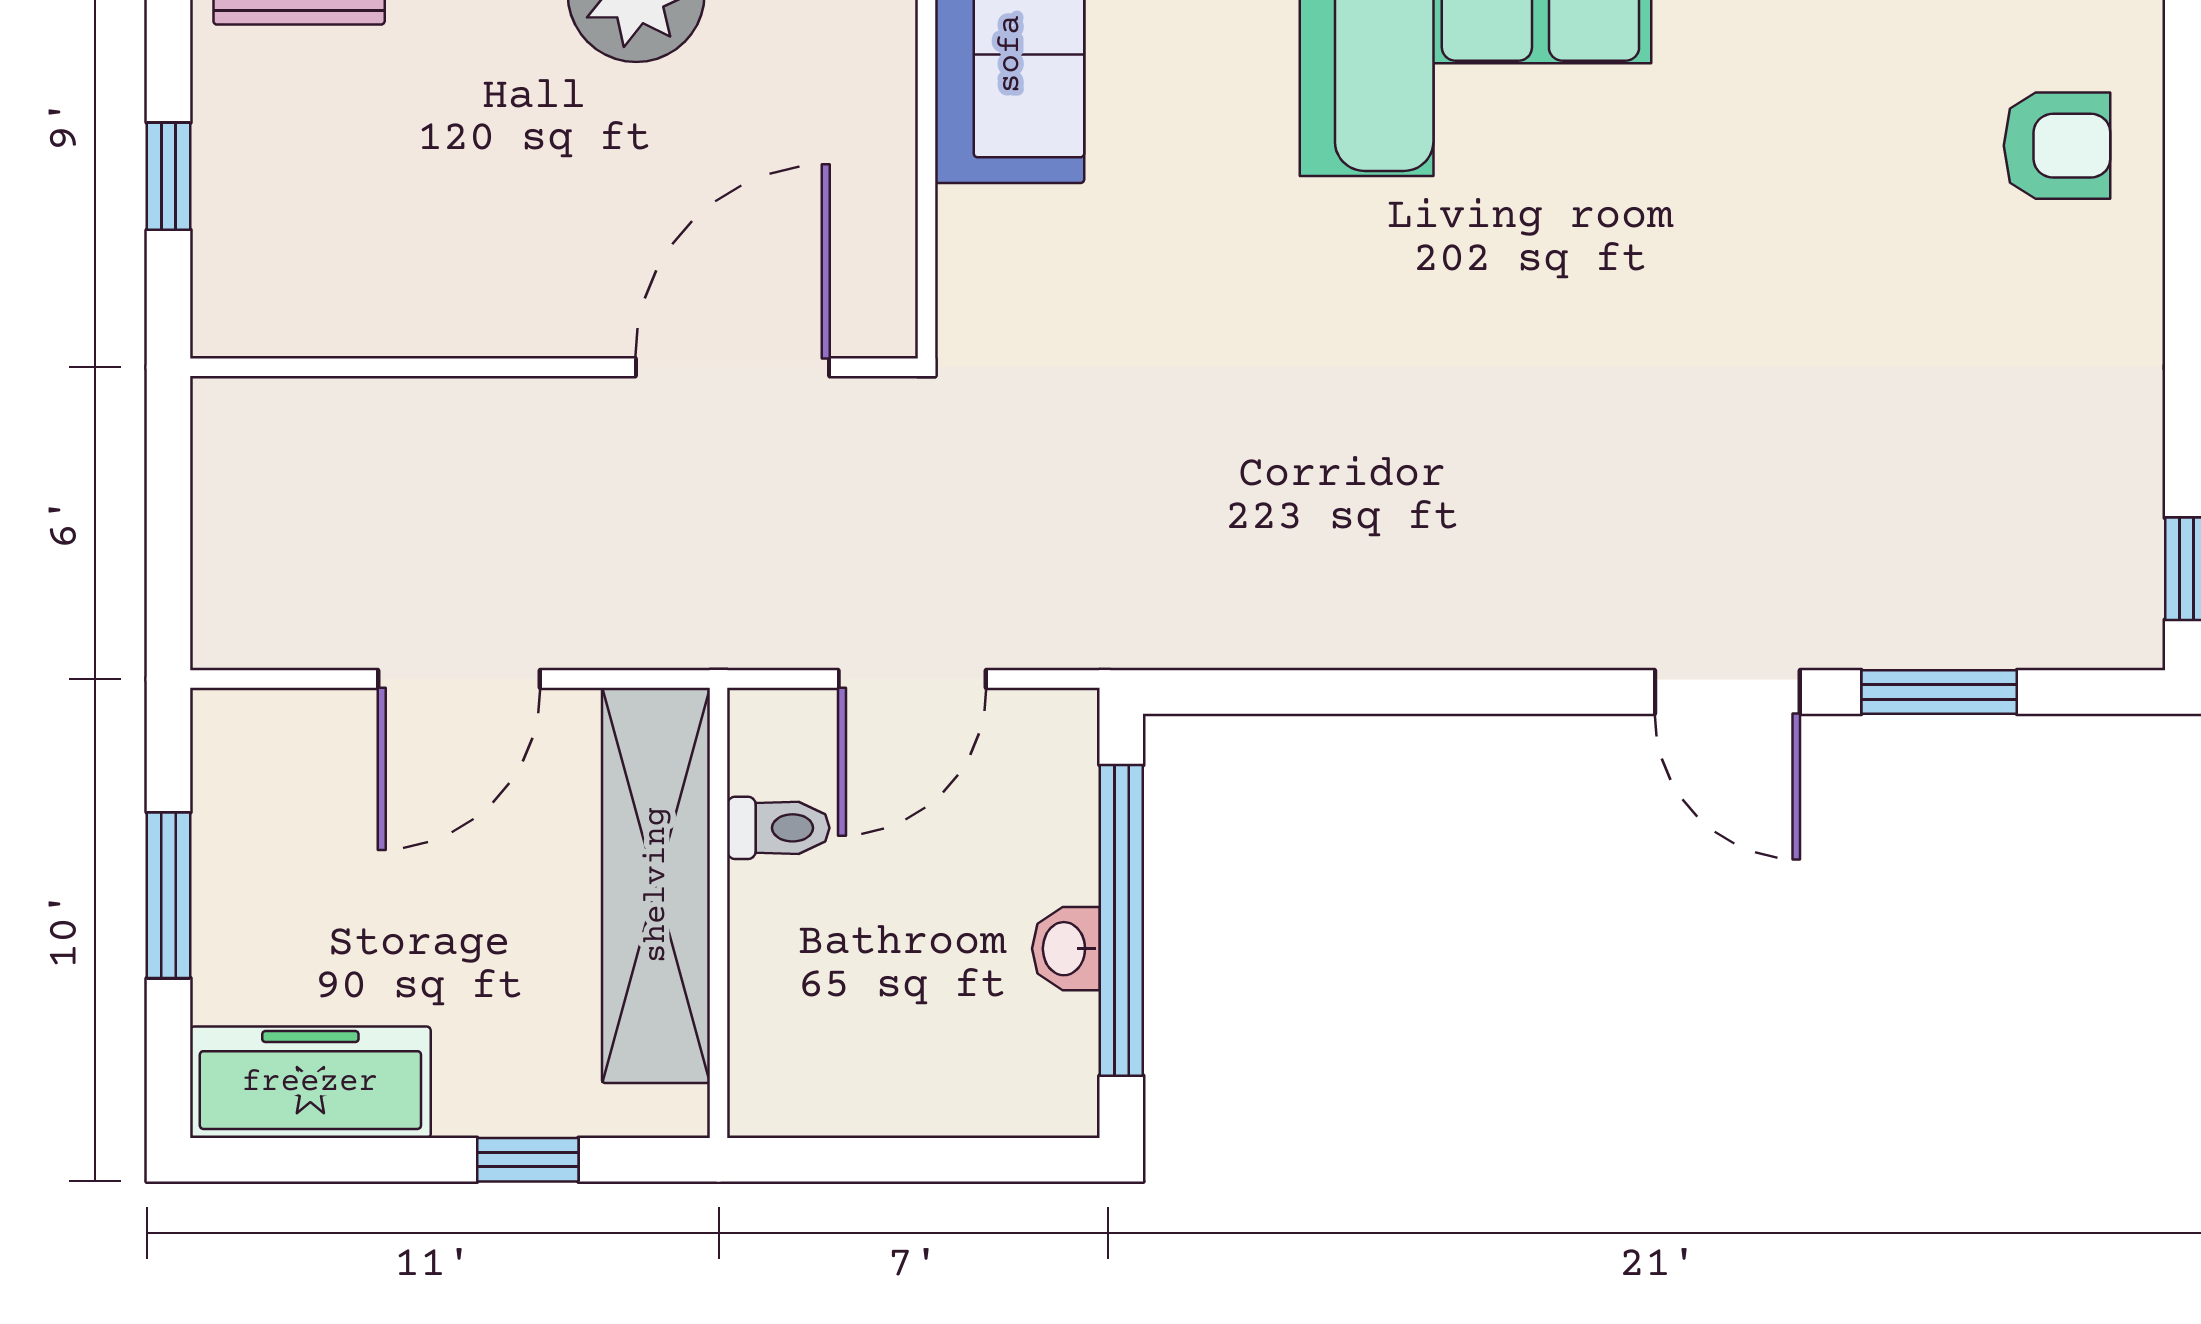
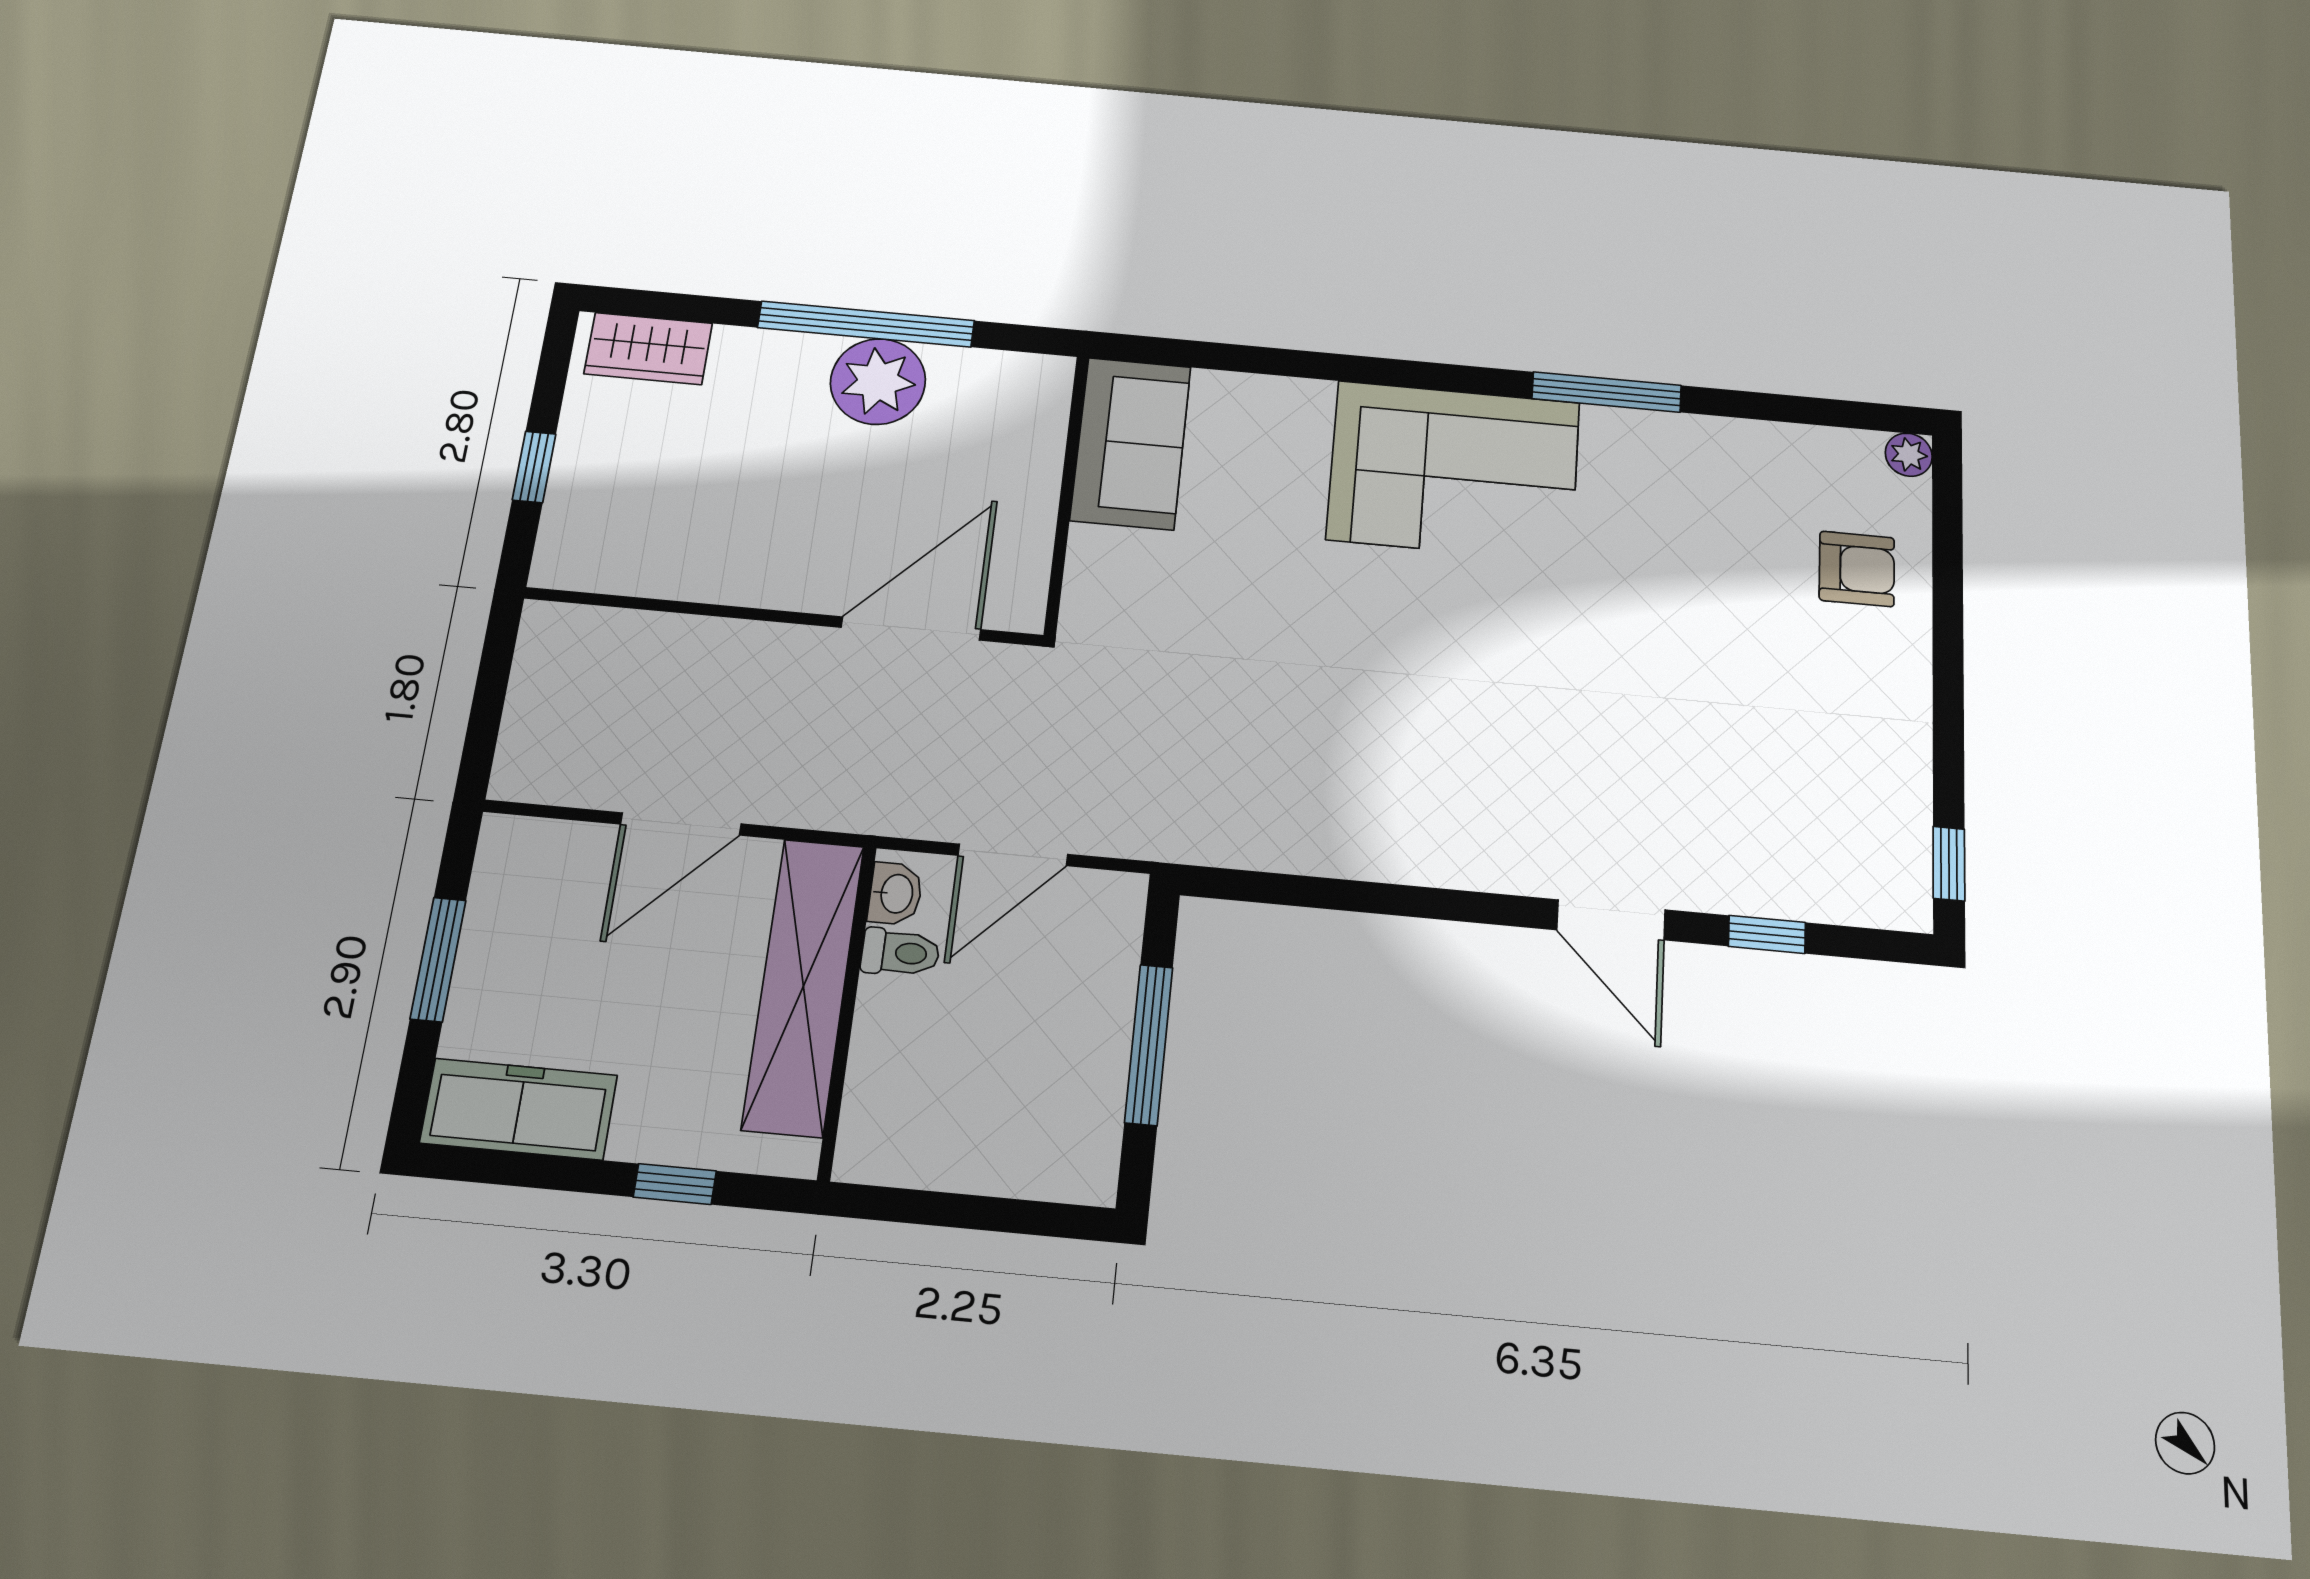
window: (1939, 692) -> (1767, 934), width x0.67
window: (1121, 920) -> (1149, 1045), width x0.68
washbasin: (1066, 949) -> (895, 894), moved, turned 180

